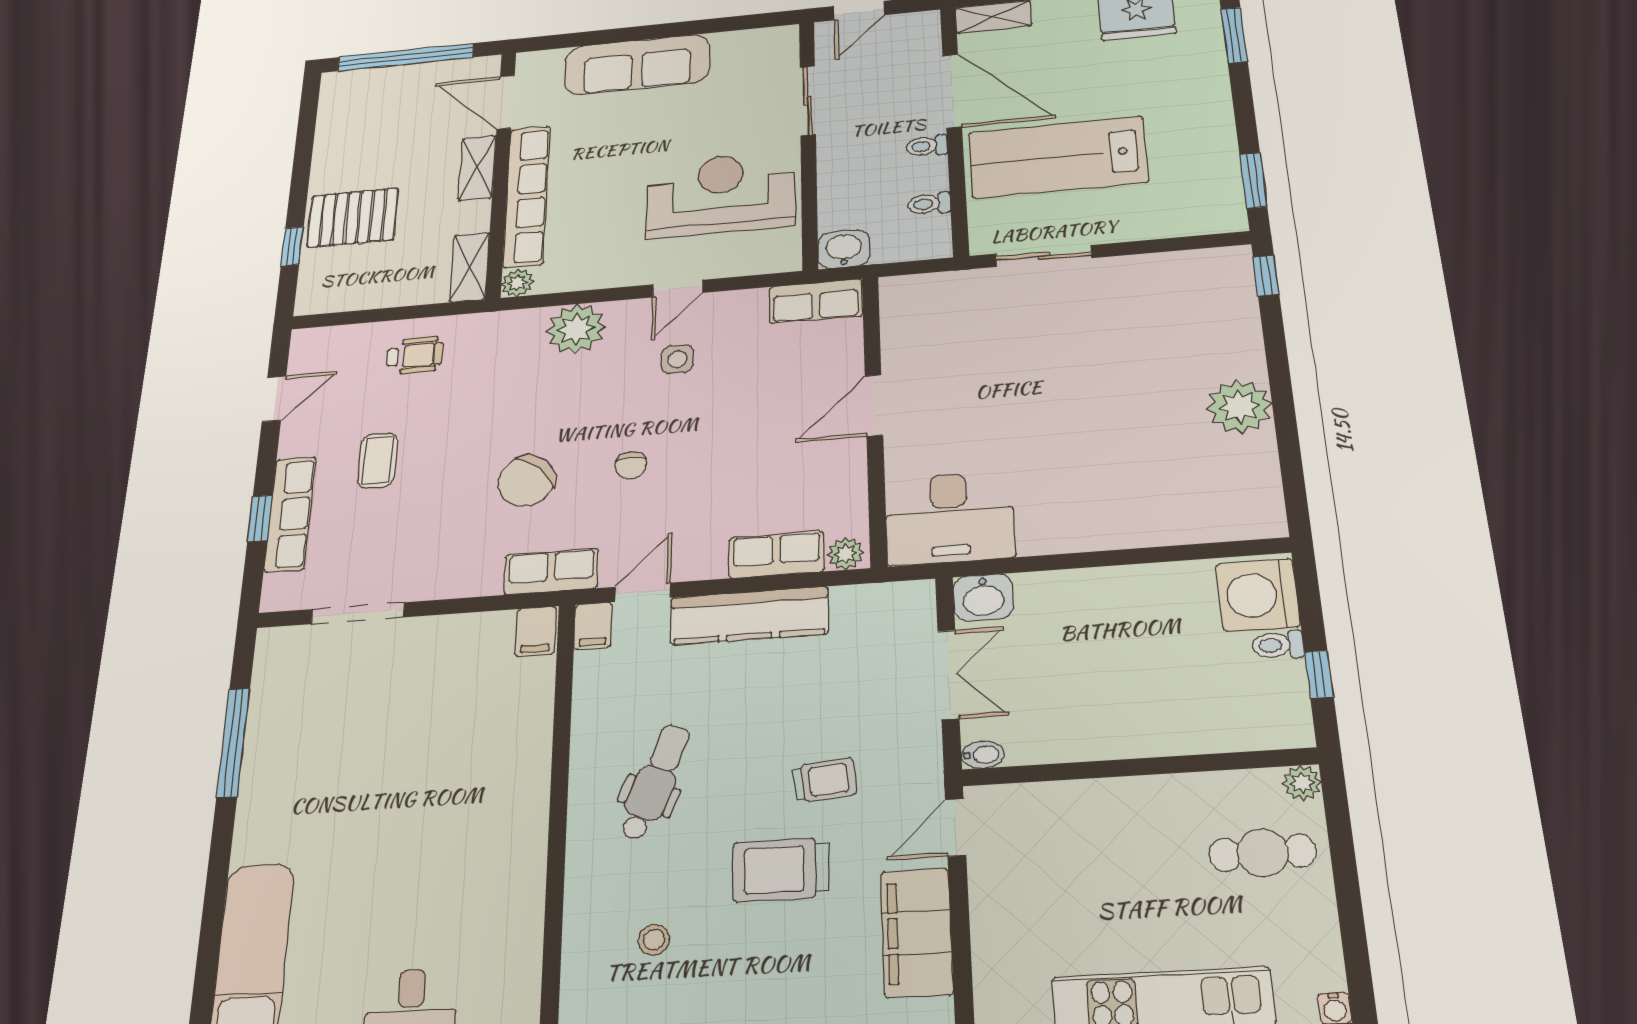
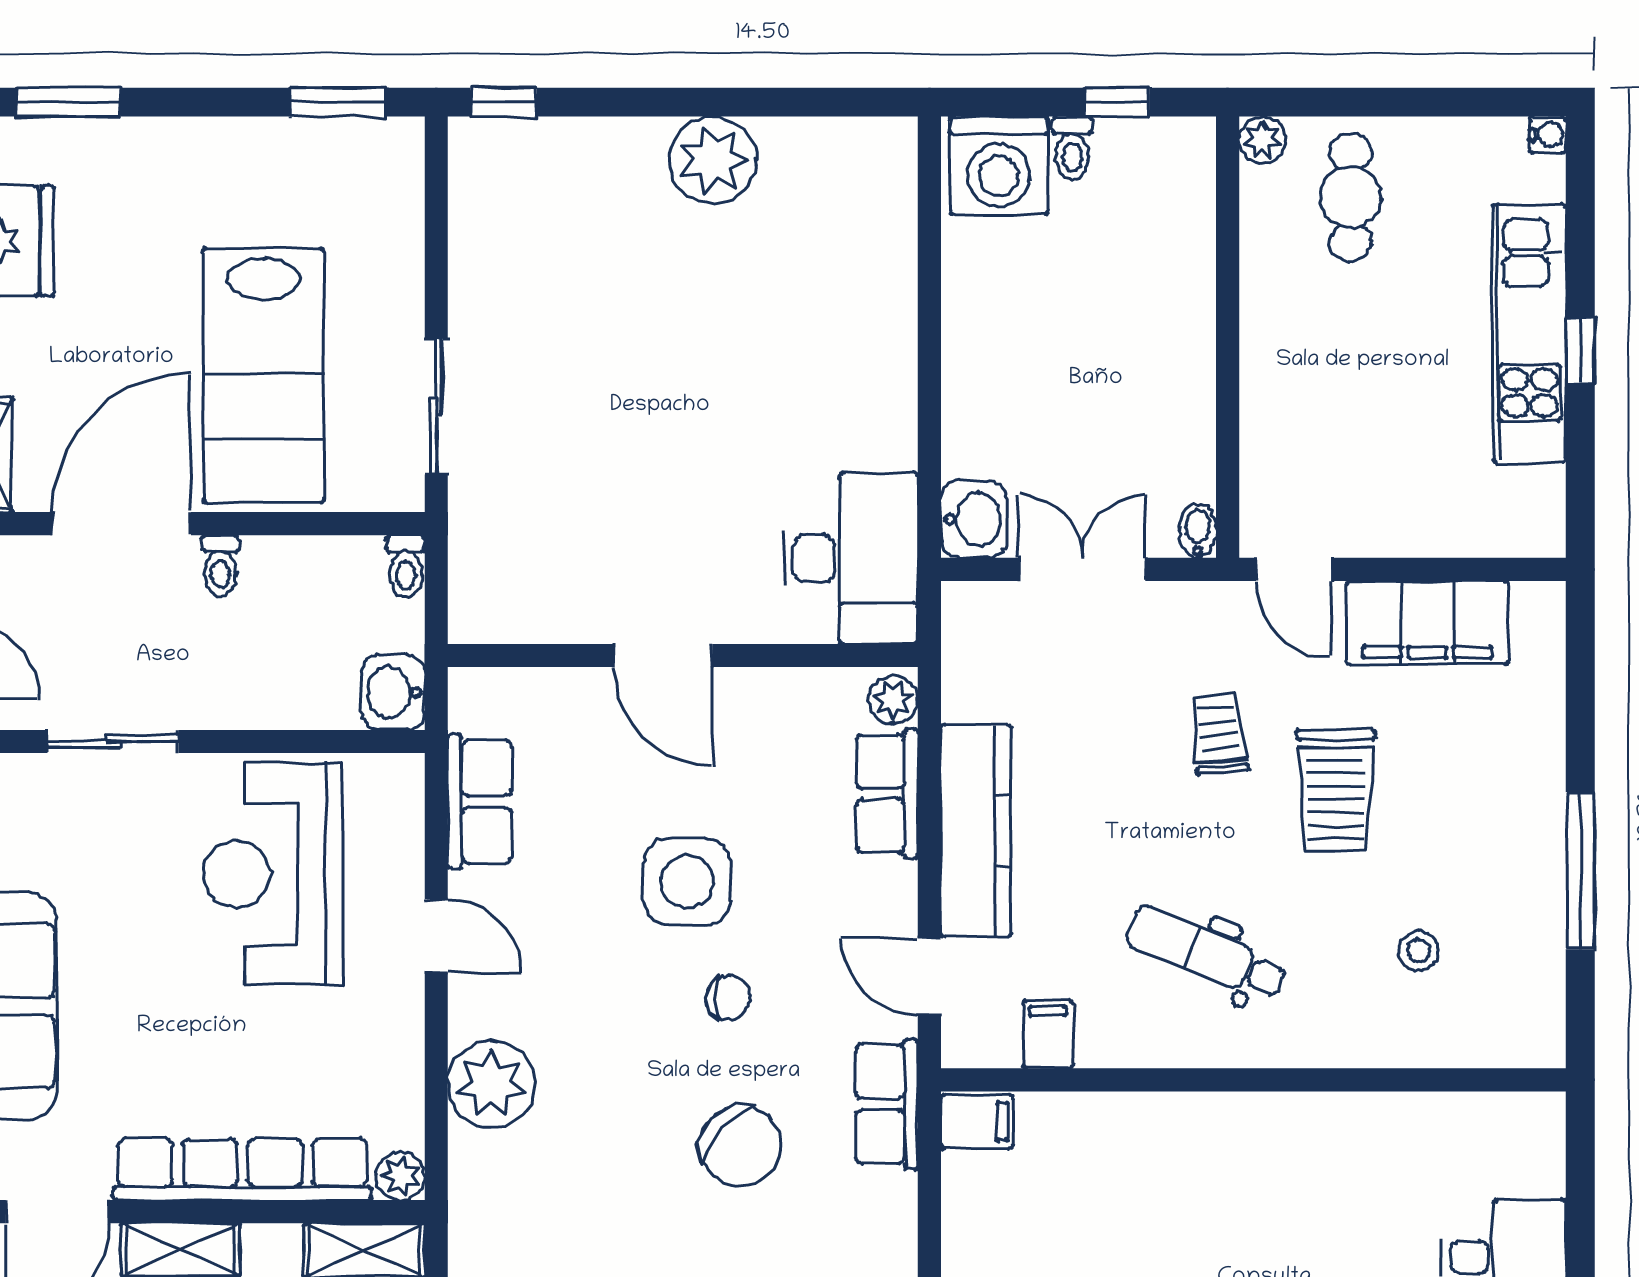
toilet: (929, 204) -> (406, 566), moved
row of seats: (816, 301) -> (480, 802), moved
side table: (677, 359) -> (687, 882), moved, width x1.87, depth x1.87
filing cabinet: (593, 626) -> (1048, 1035), moved, turned -90

